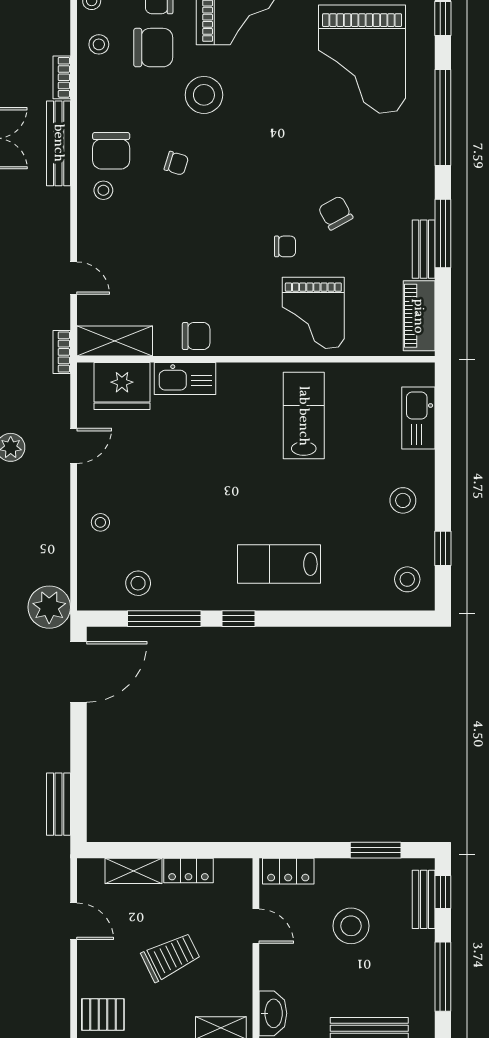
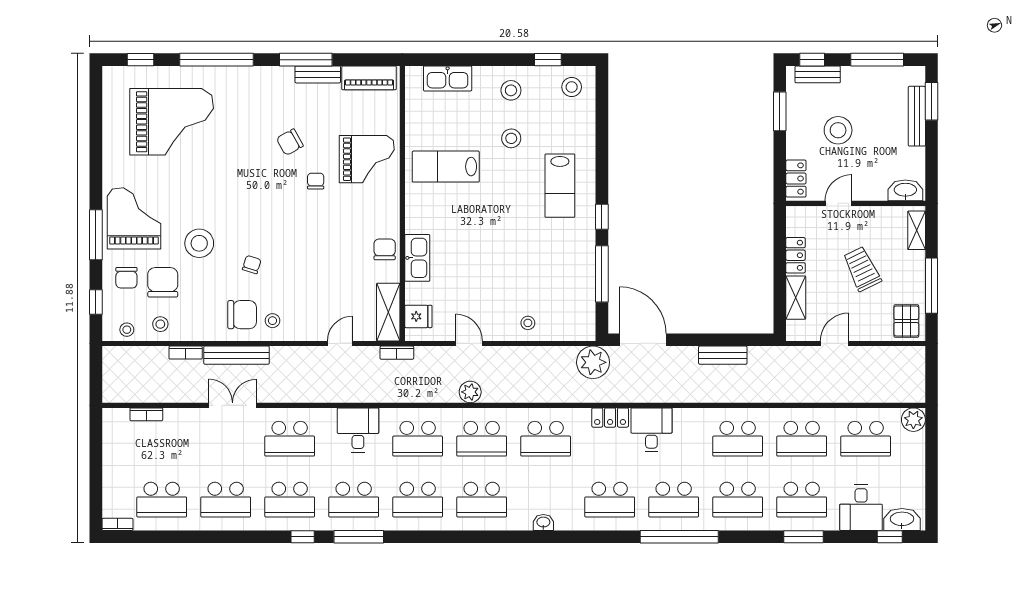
fridge: (122, 386) -> (418, 316), width x0.53, depth x0.75
stool: (138, 583) -> (511, 138), moved
bench: (59, 804) -> (723, 355), moved

